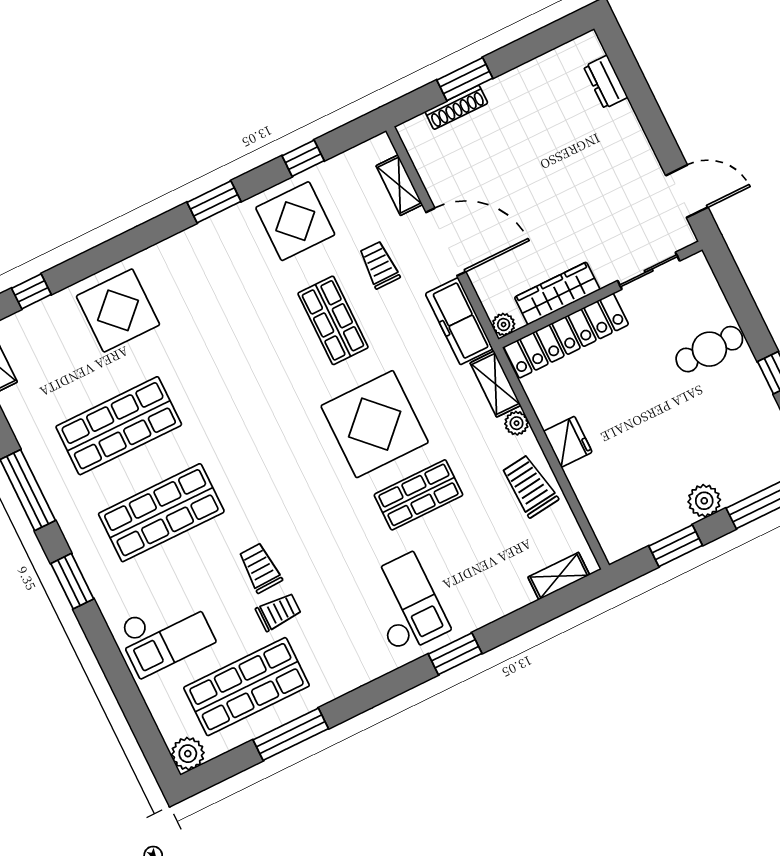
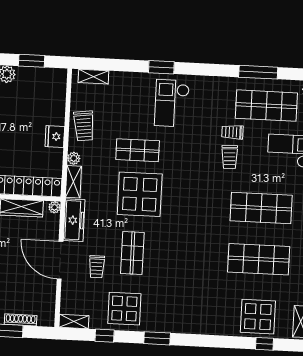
shelving: (399, 185) -> (74, 321), moved, turned 90
display table: (118, 310) -> (258, 317), moved

